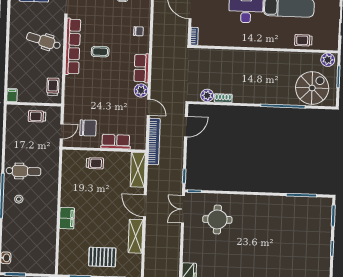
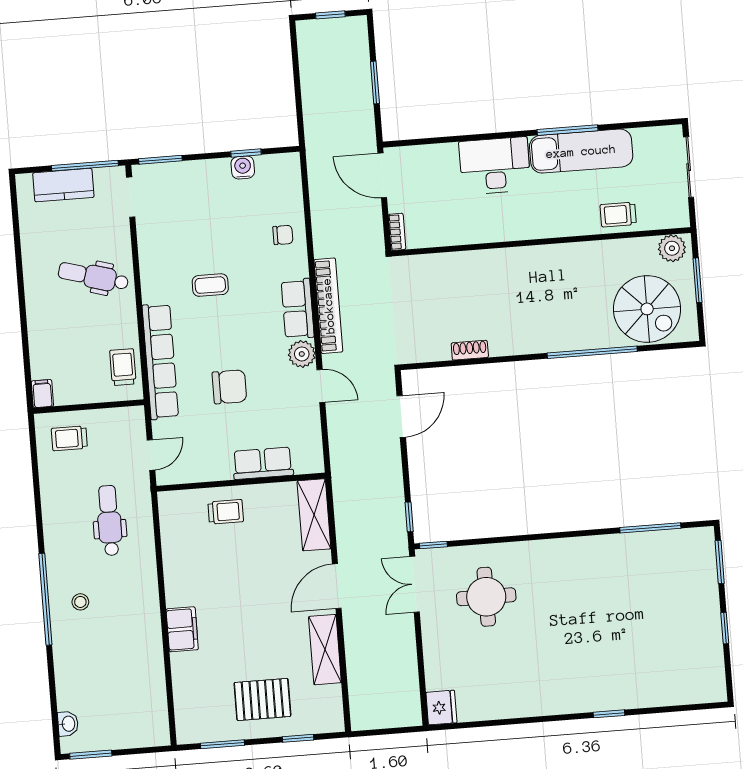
row of seats: (73, 46) -> (160, 361), moved
spiral stairs: (312, 88) -> (647, 309), turned 90
plant: (207, 95) -> (437, 349), removed
trolley: (37, 116) -> (69, 438), moved
chair: (88, 128) -> (229, 387), moved
bookcase: (154, 142) -> (328, 306), moved
dental chair: (23, 171) -> (109, 520), moved, turned -90
door: (145, 206) -> (337, 586), hinge flipped

